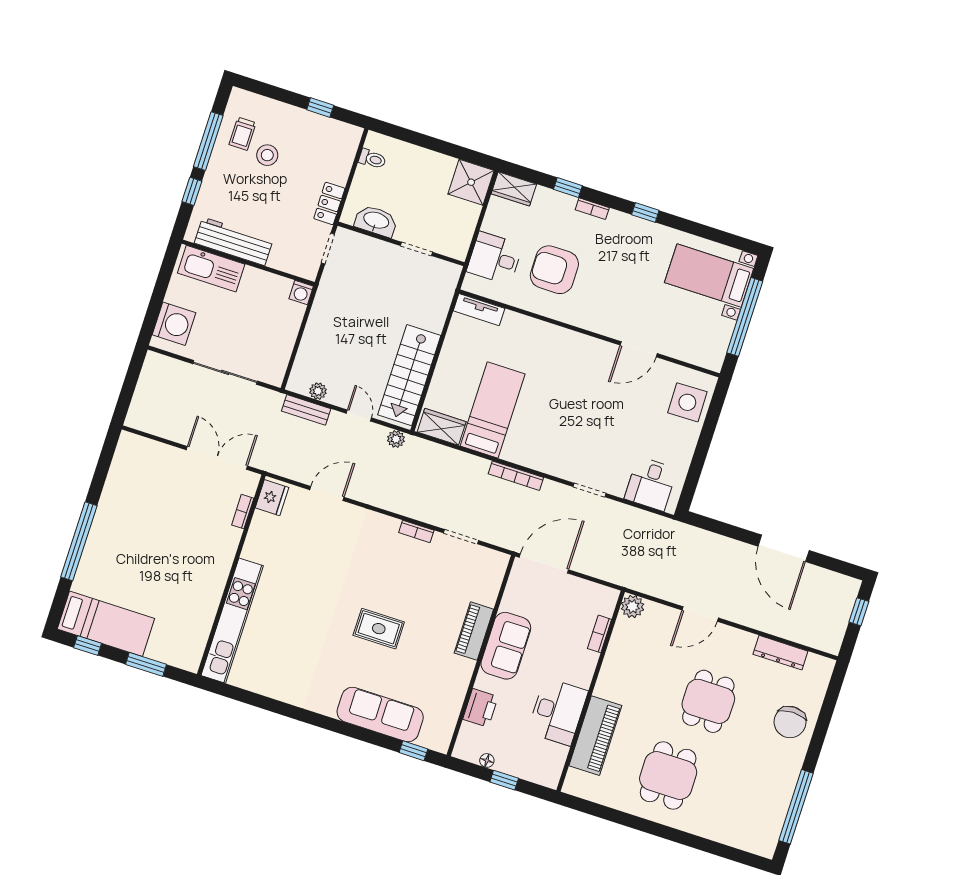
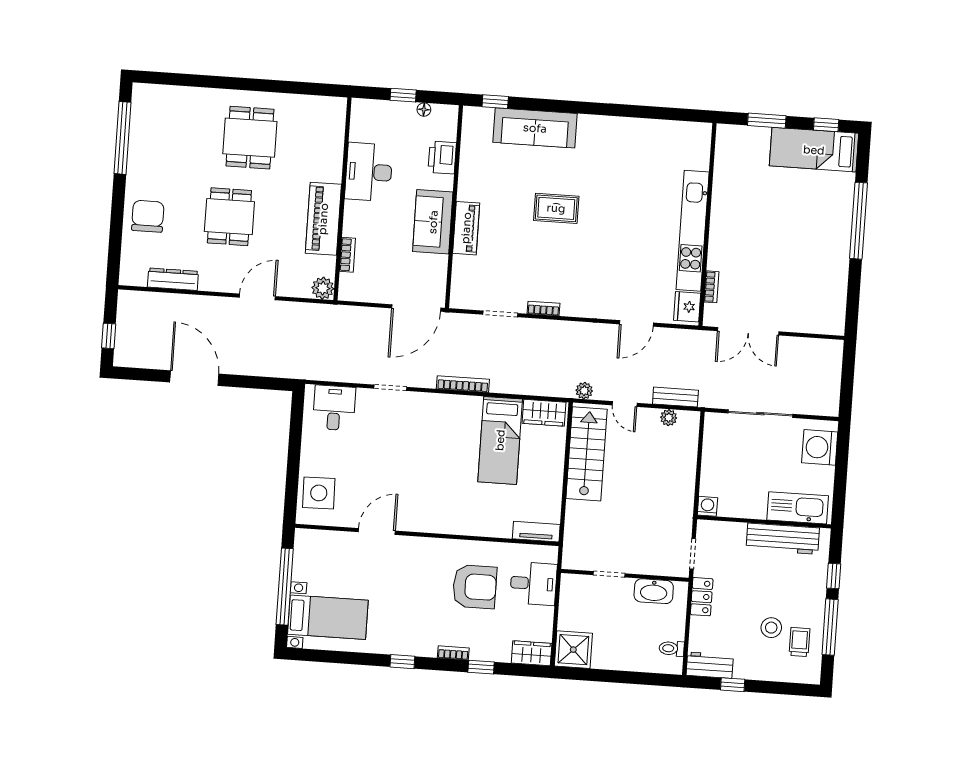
workbench: (338, 133) -> (710, 665), added
kitchen unit: (232, 621) -> (693, 231), moved
piano: (595, 736) -> (323, 219), moved

